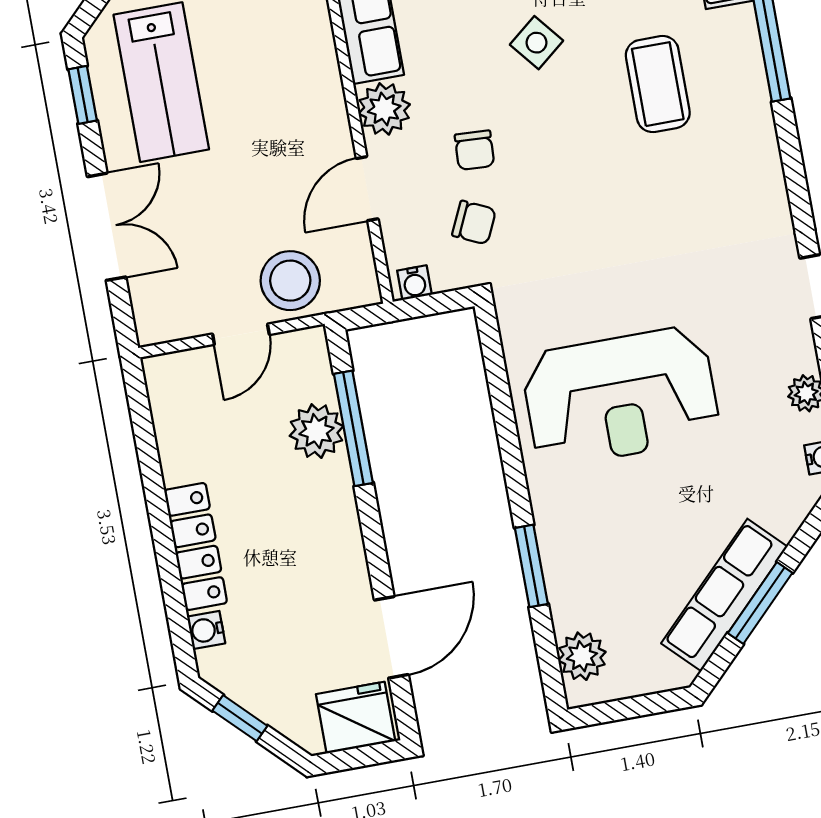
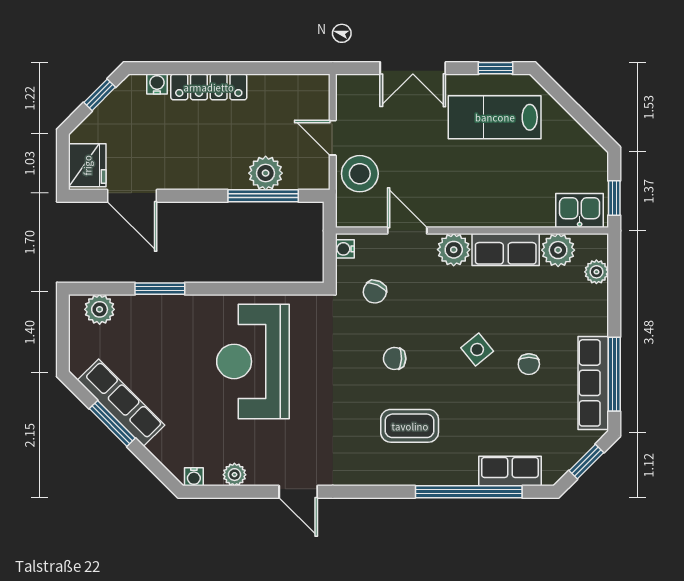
coffee table: (658, 84) -> (410, 426), moved
chair: (474, 150) -> (395, 358), moved

